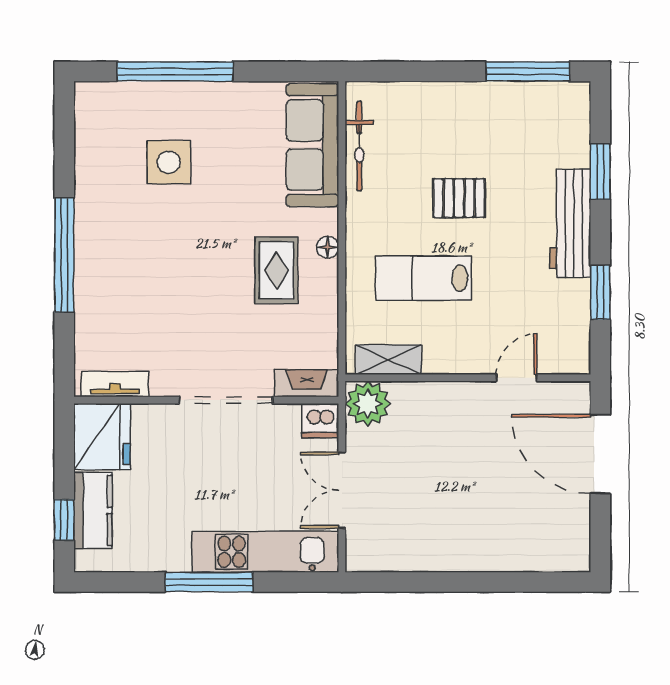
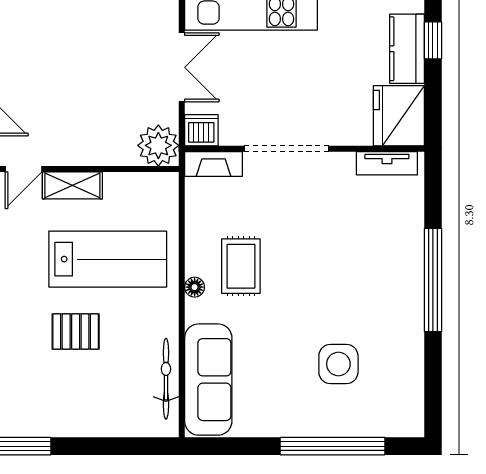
lab bench: (424, 278) -> (108, 259), width x1.36, depth x1.39
shelving: (388, 360) -> (72, 185), moved

